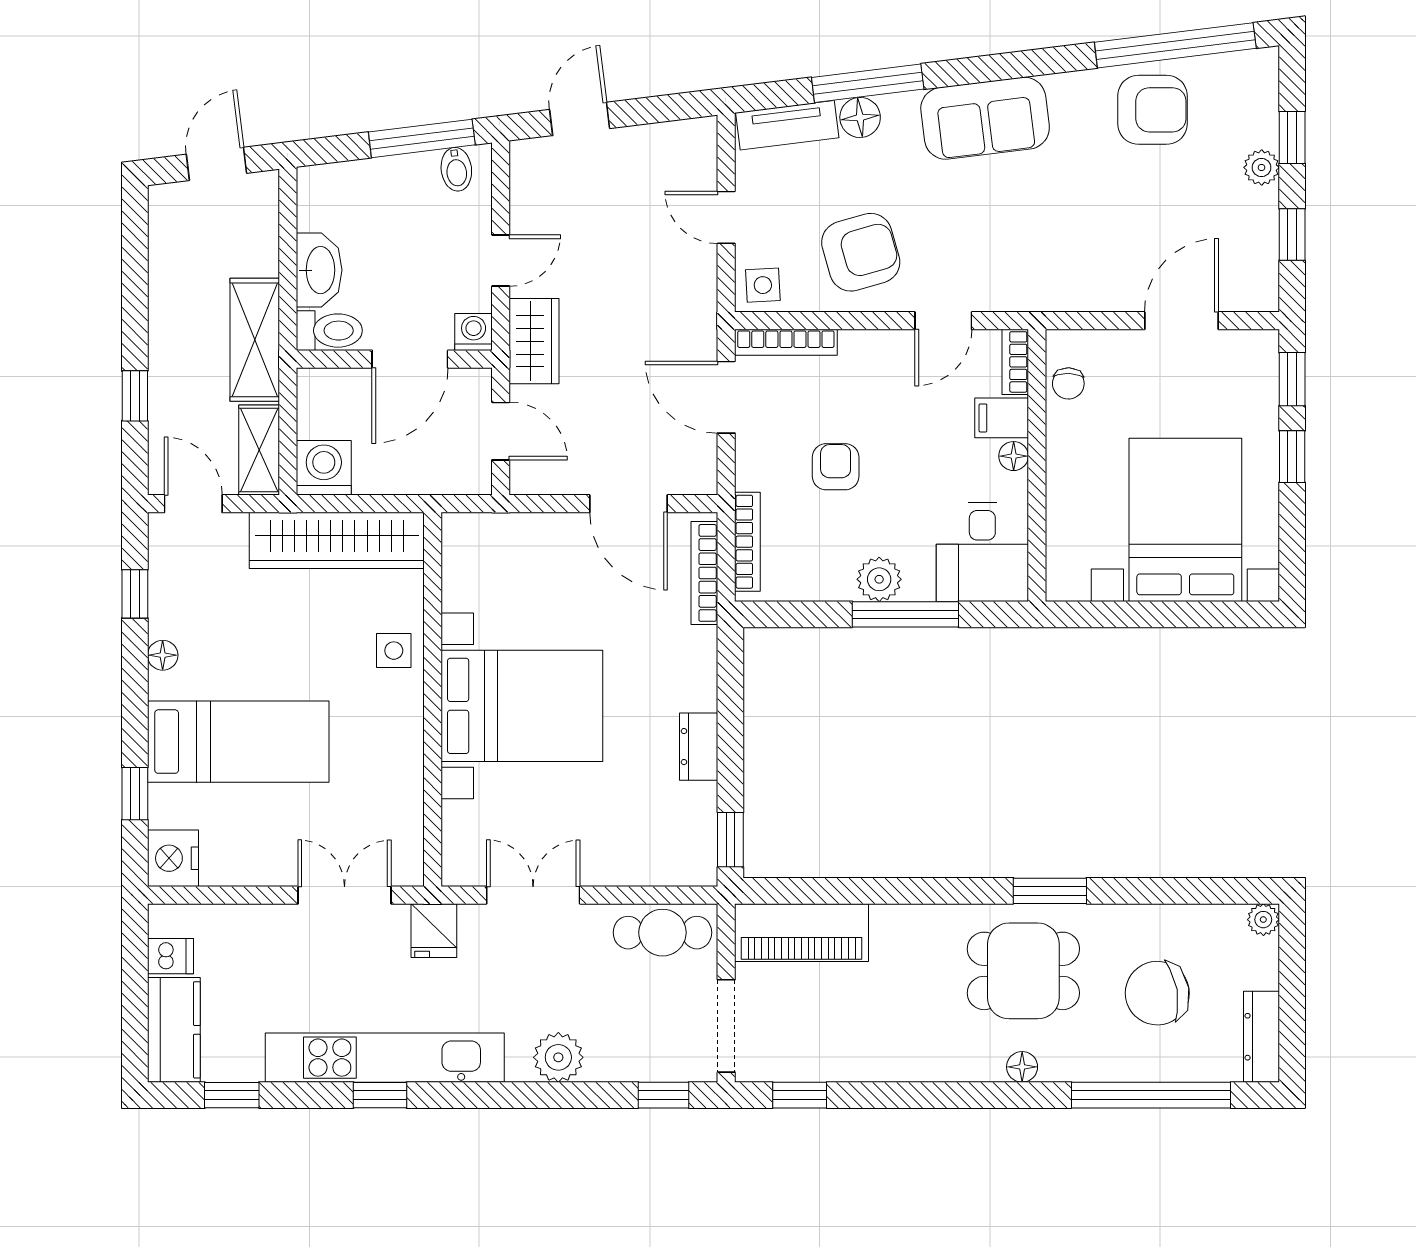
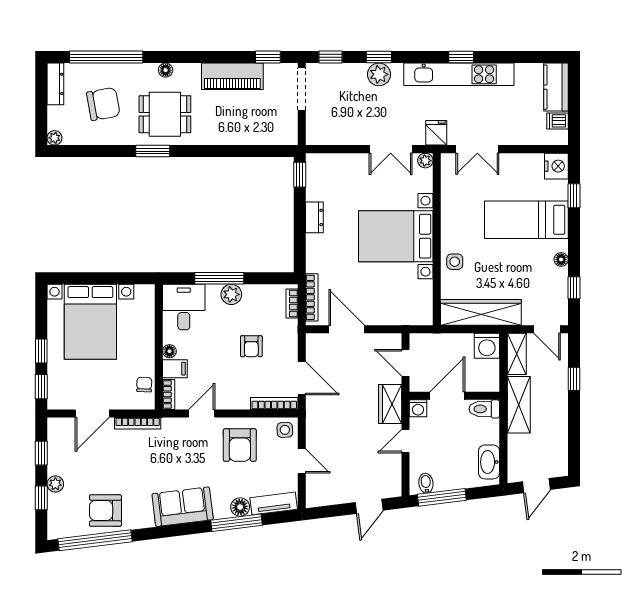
armchair: (861, 252) -> (240, 445), turned -74
washbasin: (319, 270) -> (489, 462), moved
bookcase: (1083, 299) -> (138, 423), added
bookcase: (747, 542) -> (292, 304), width x0.64
plant: (457, 870) -> (425, 161), added
cafe table: (662, 933) -> (331, 132), removed
piano: (802, 933) -> (232, 76), moved, turned 180
window: (232, 1095) -> (379, 57), moved

